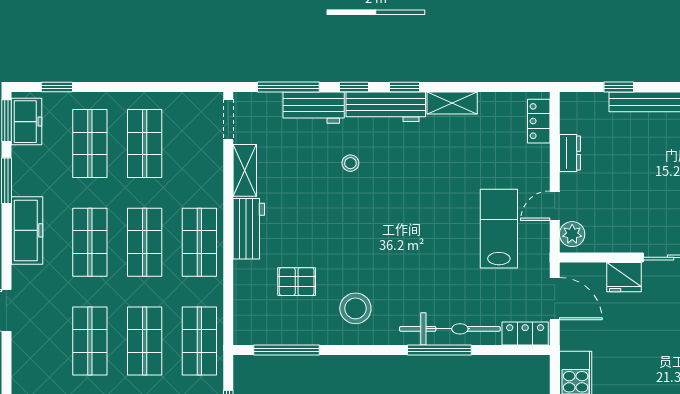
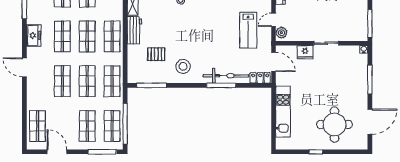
lab bench: (499, 229) -> (248, 30), turned 180
freezer: (27, 230) -> (34, 35), width x0.71

